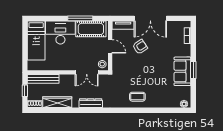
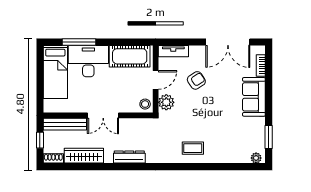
window: (80, 18) -> (79, 42), moved
double door: (150, 18) -> (228, 42), moved
door: (110, 46) -> (156, 80), hinge flipped
plant: (118, 63) -> (166, 102), added
window: (193, 70) -> (269, 137), moved
sofa: (182, 71) -> (254, 97), moved
double door: (87, 72) -> (103, 115), moved

